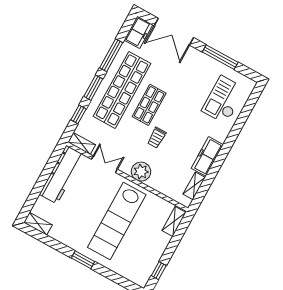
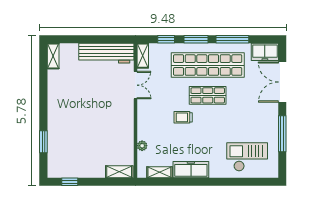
plant: (141, 172) -> (142, 146), moved, width x0.53, depth x0.53
lab bench: (117, 221) -> (93, 122), removed
window: (83, 260) -> (43, 142), moved

